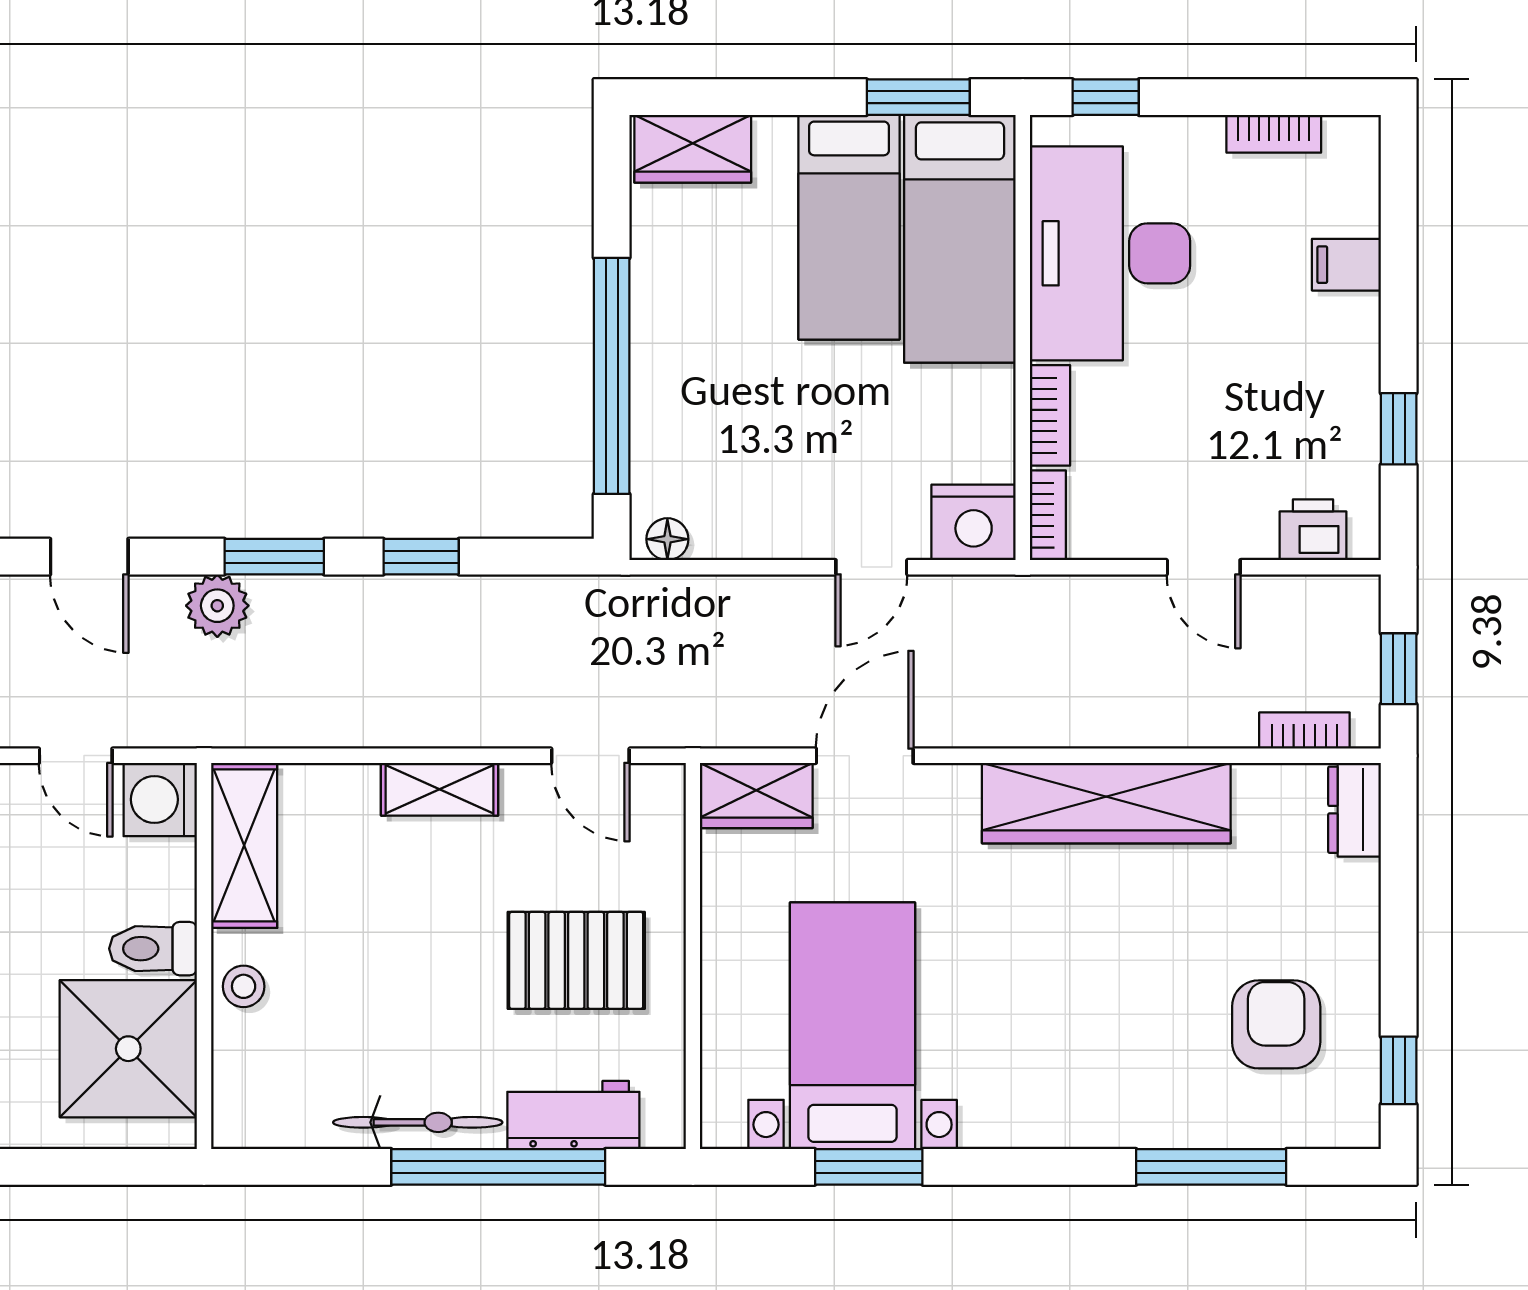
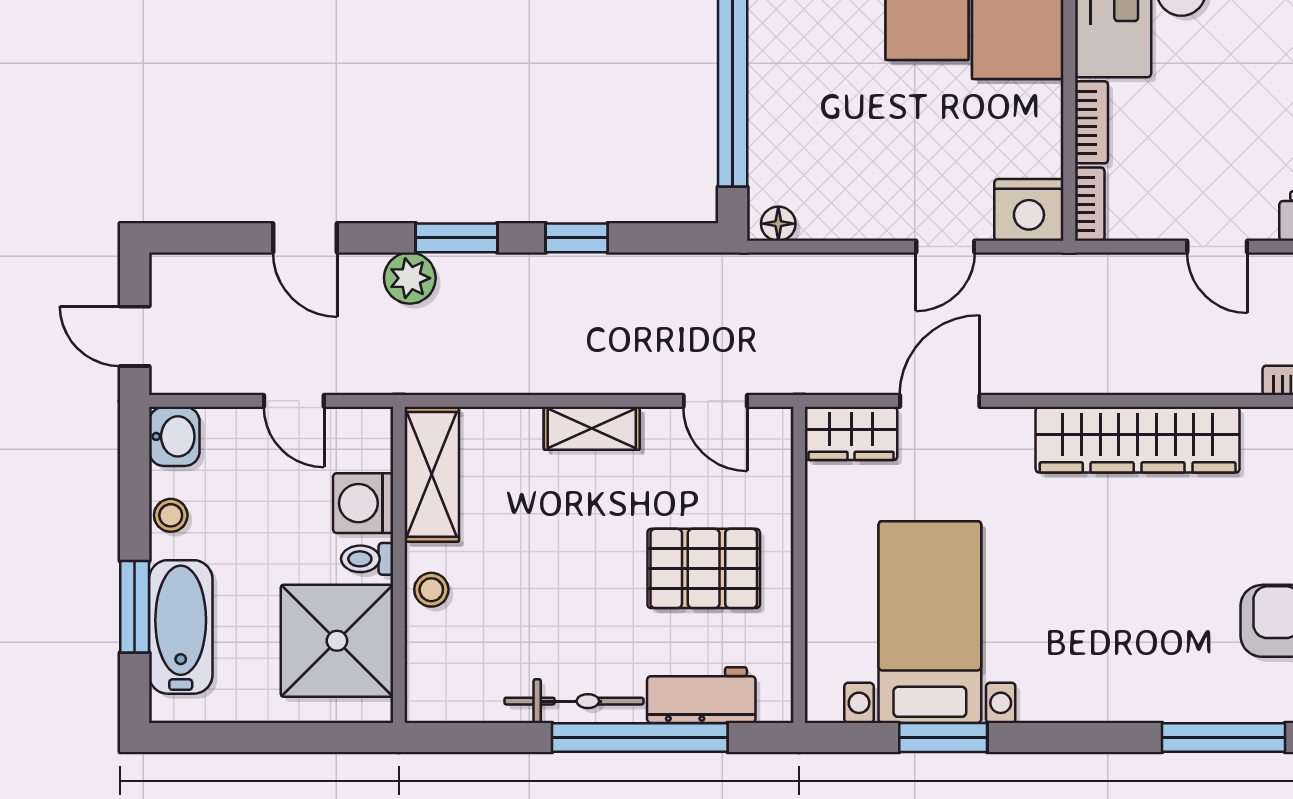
washing machine: (160, 799) -> (363, 503), moved
toilet: (153, 949) -> (367, 559), width x0.73, depth x0.72

